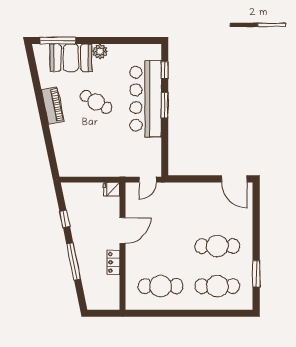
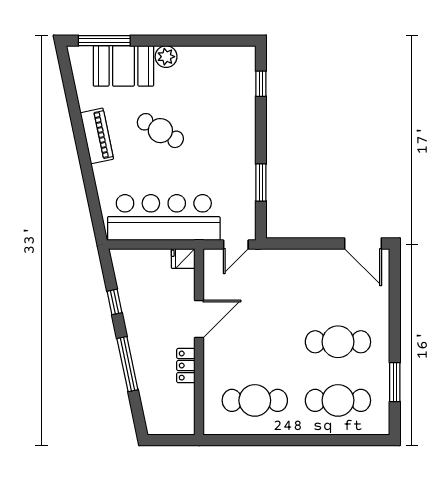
bar counter: (146, 99) -> (164, 217), moved, turned 90
window: (165, 105) -> (261, 183), moved

